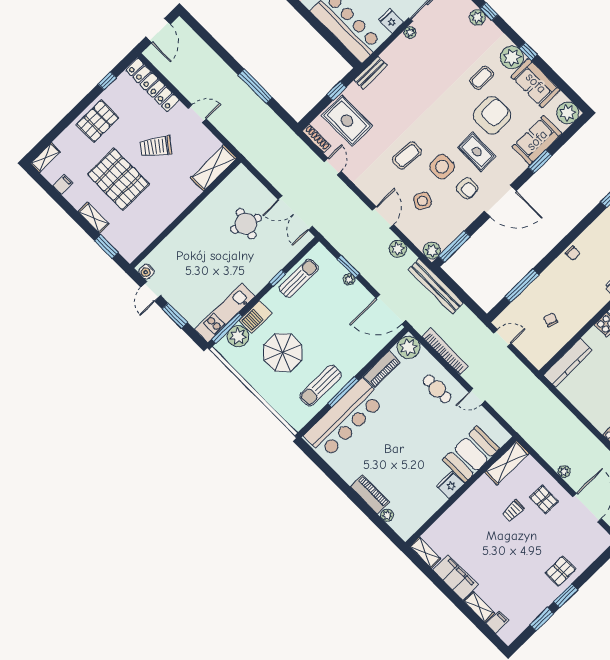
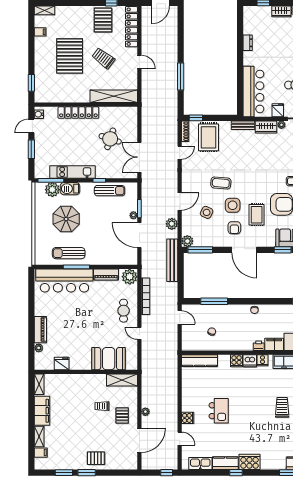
wardrobe: (396, 51) -> (266, 127), added
window: (337, 91) -> (196, 118), moved
pallet: (98, 121) -> (103, 20), moved, turned 90
shelving: (214, 168) -> (114, 96), width x1.47
shelving: (94, 218) -> (39, 63), removed
locker: (186, 229) -> (78, 113), added
door: (391, 309) -> (139, 235), moved
kitchen unit: (225, 313) -> (73, 172), moved
fridge: (450, 485) -> (62, 364), moved

